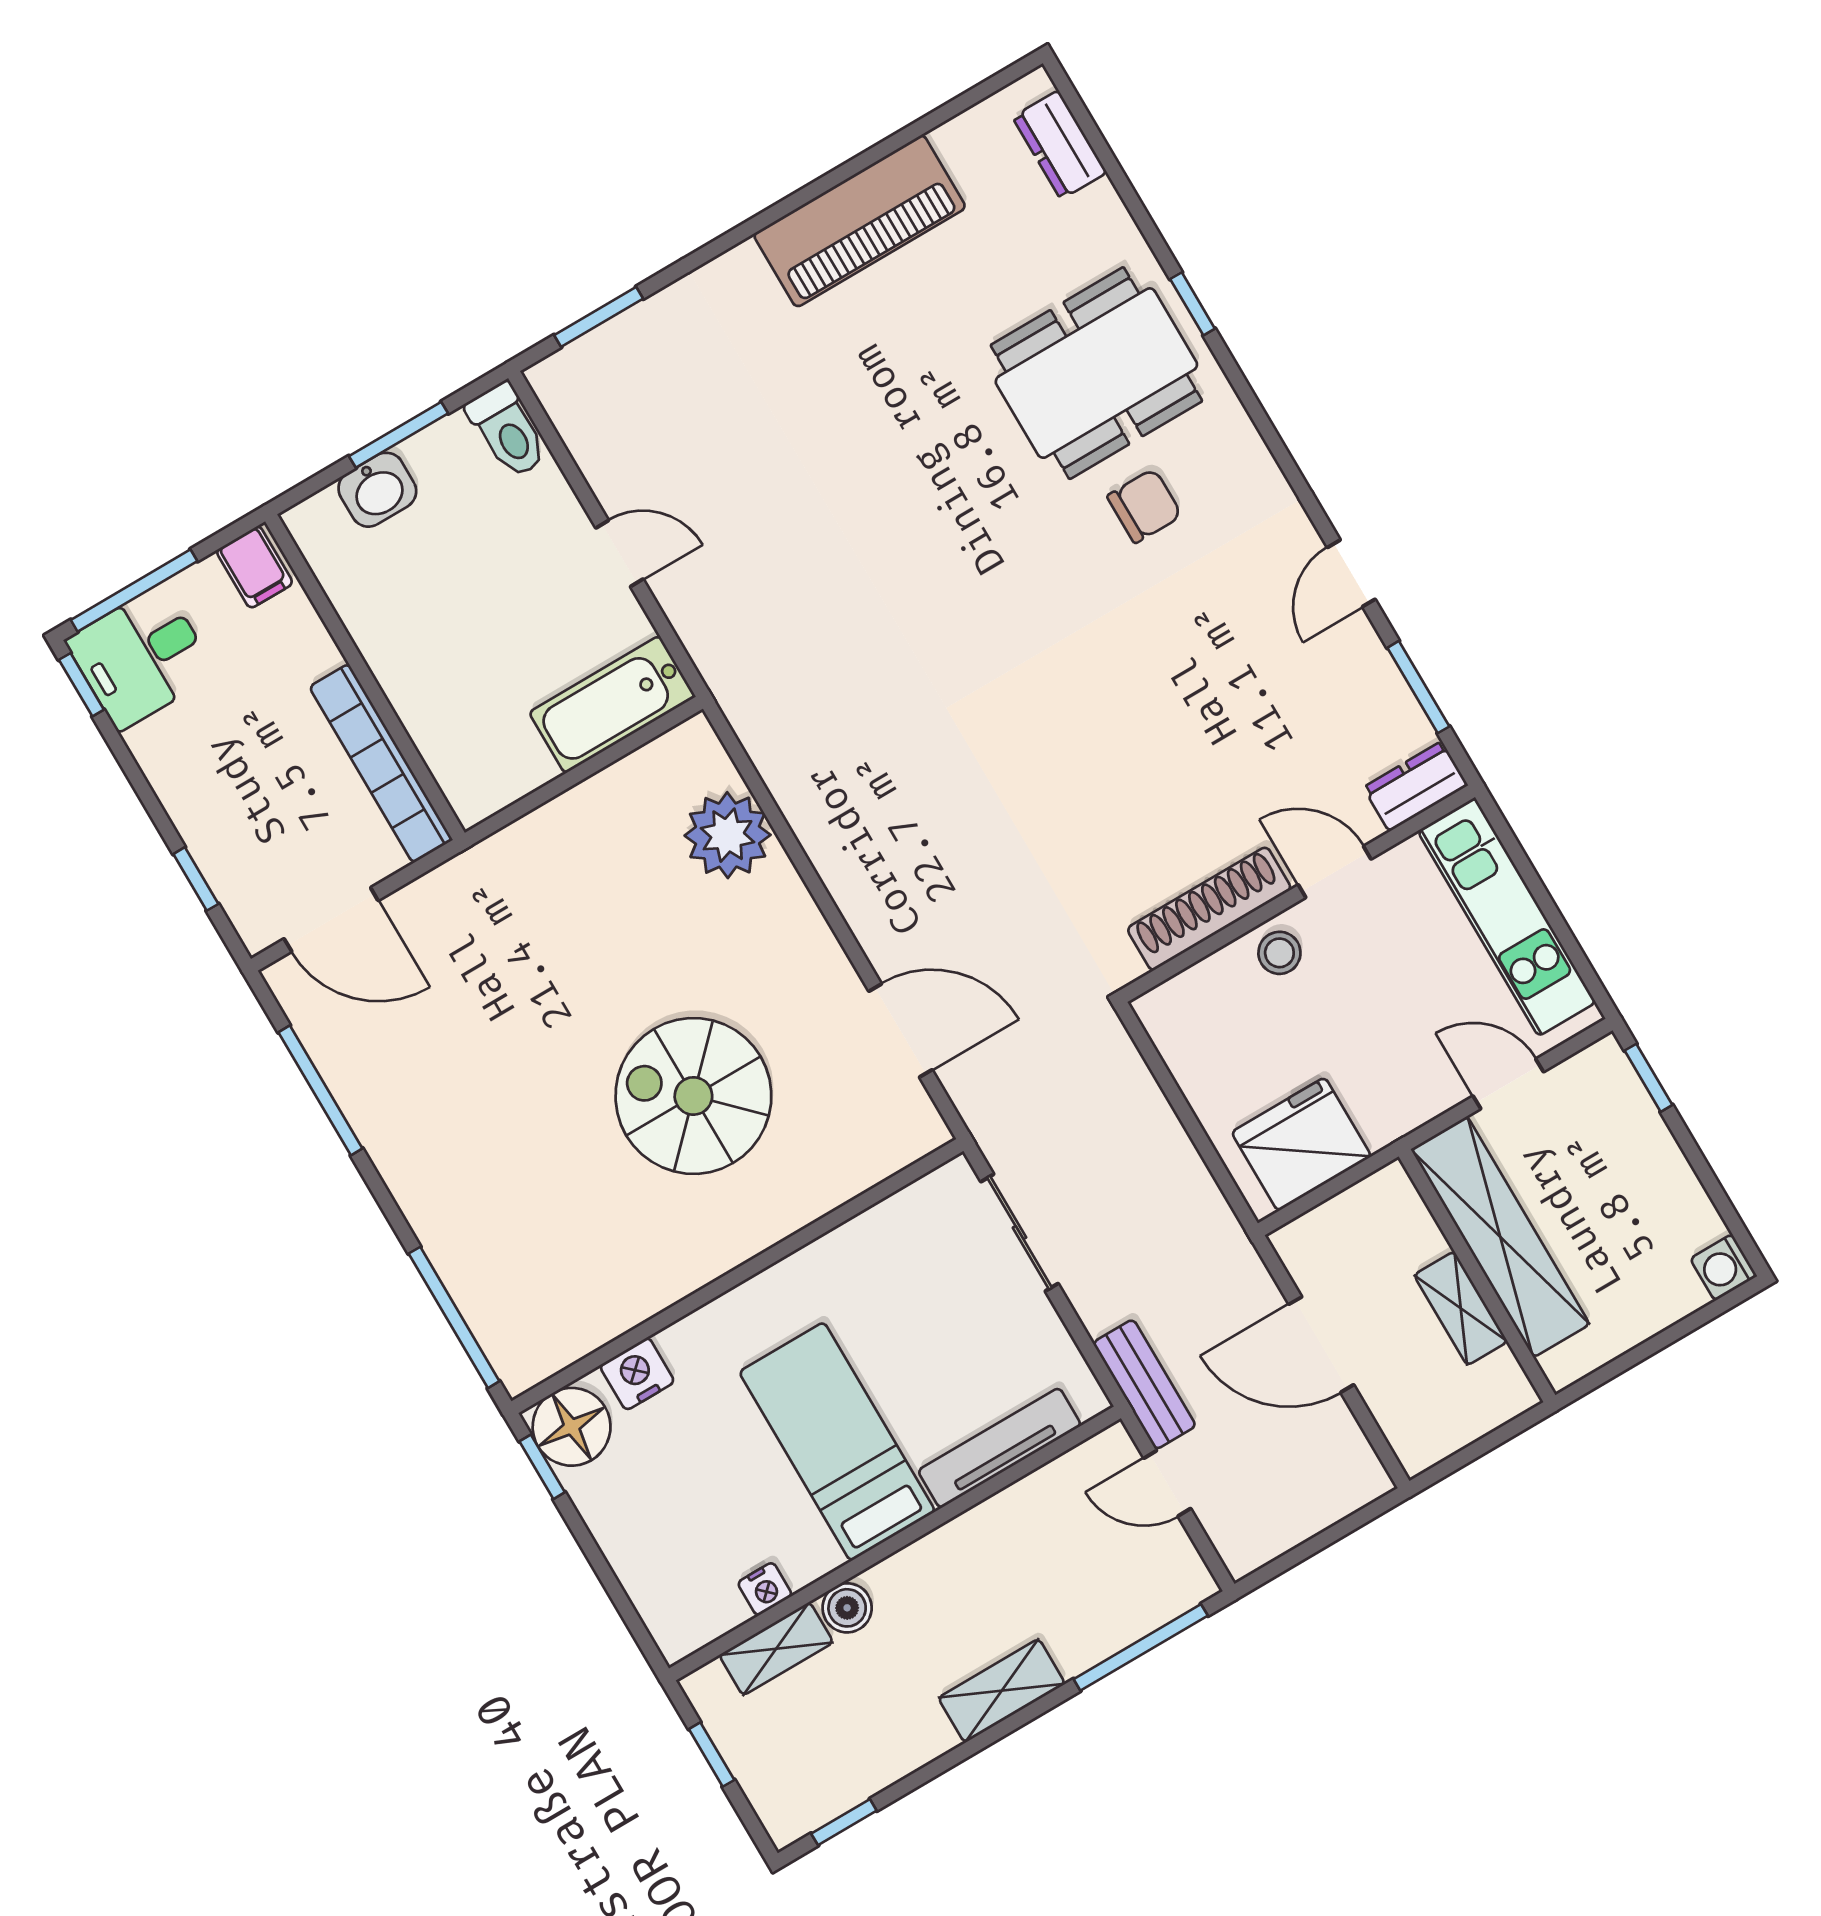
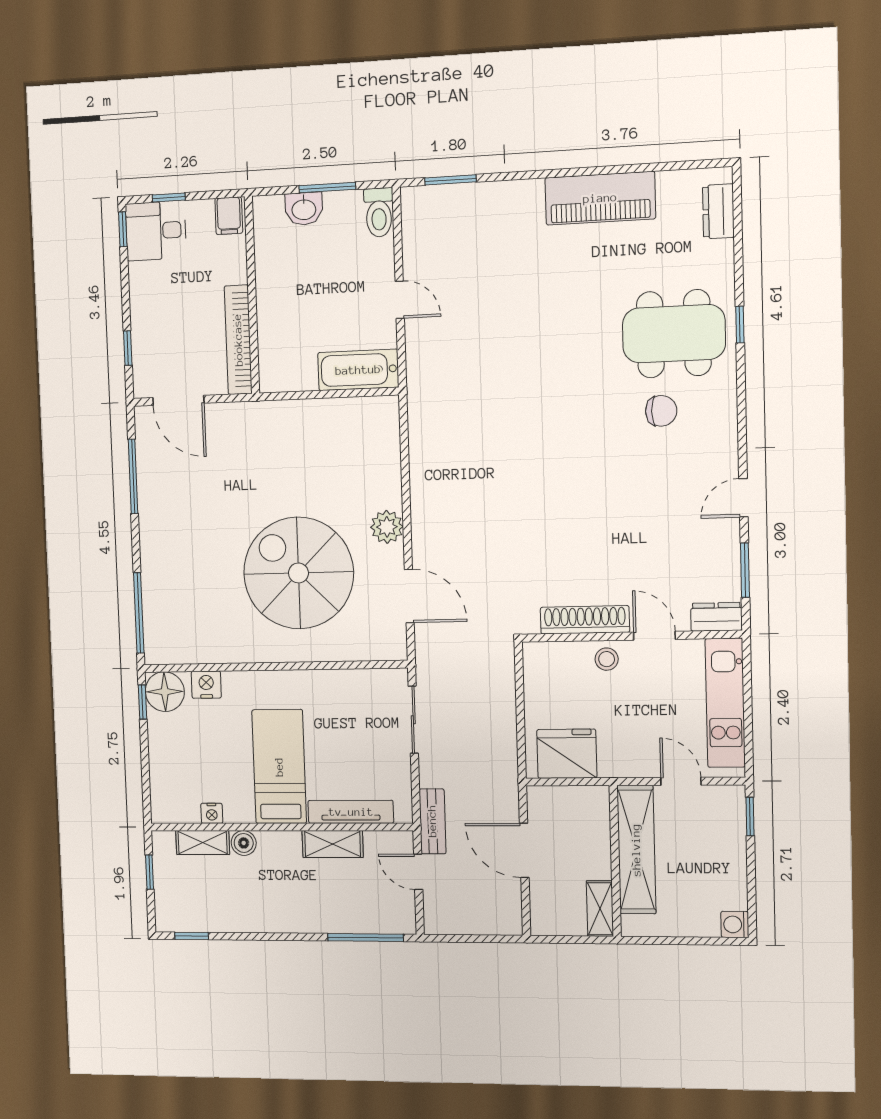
window: (134, 591) -> (169, 197), width x0.46
plant: (728, 835) -> (387, 527), moved, width x0.73, depth x0.73
spiral stairs: (693, 1096) -> (298, 573), width x1.37, depth x1.37
shelving: (1461, 1308) -> (600, 909), moved
shelving: (1002, 1691) -> (333, 844), moved

